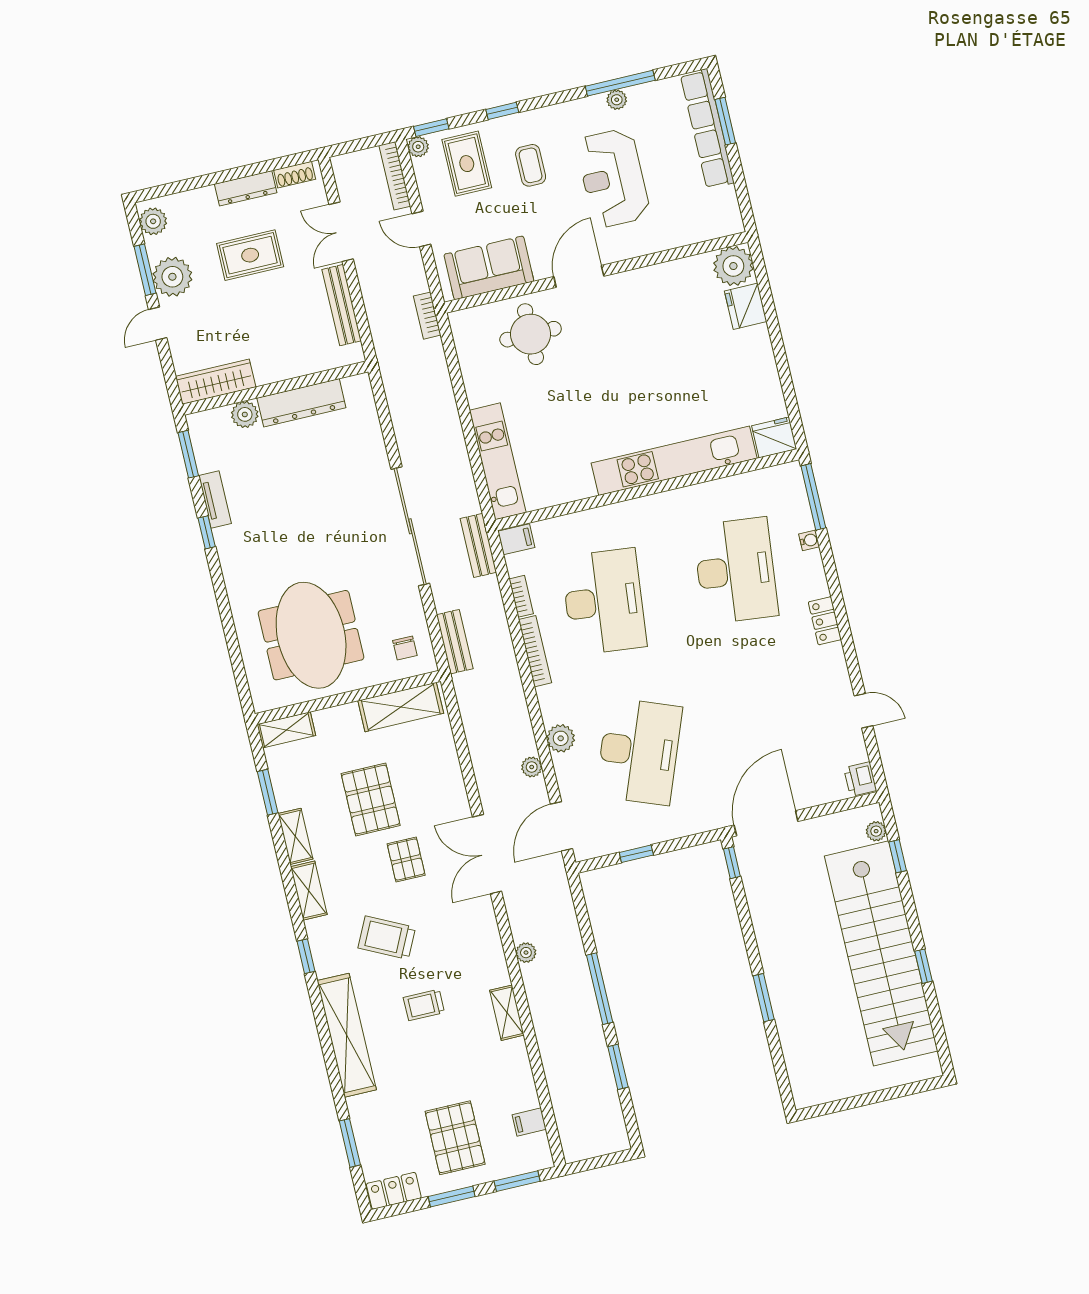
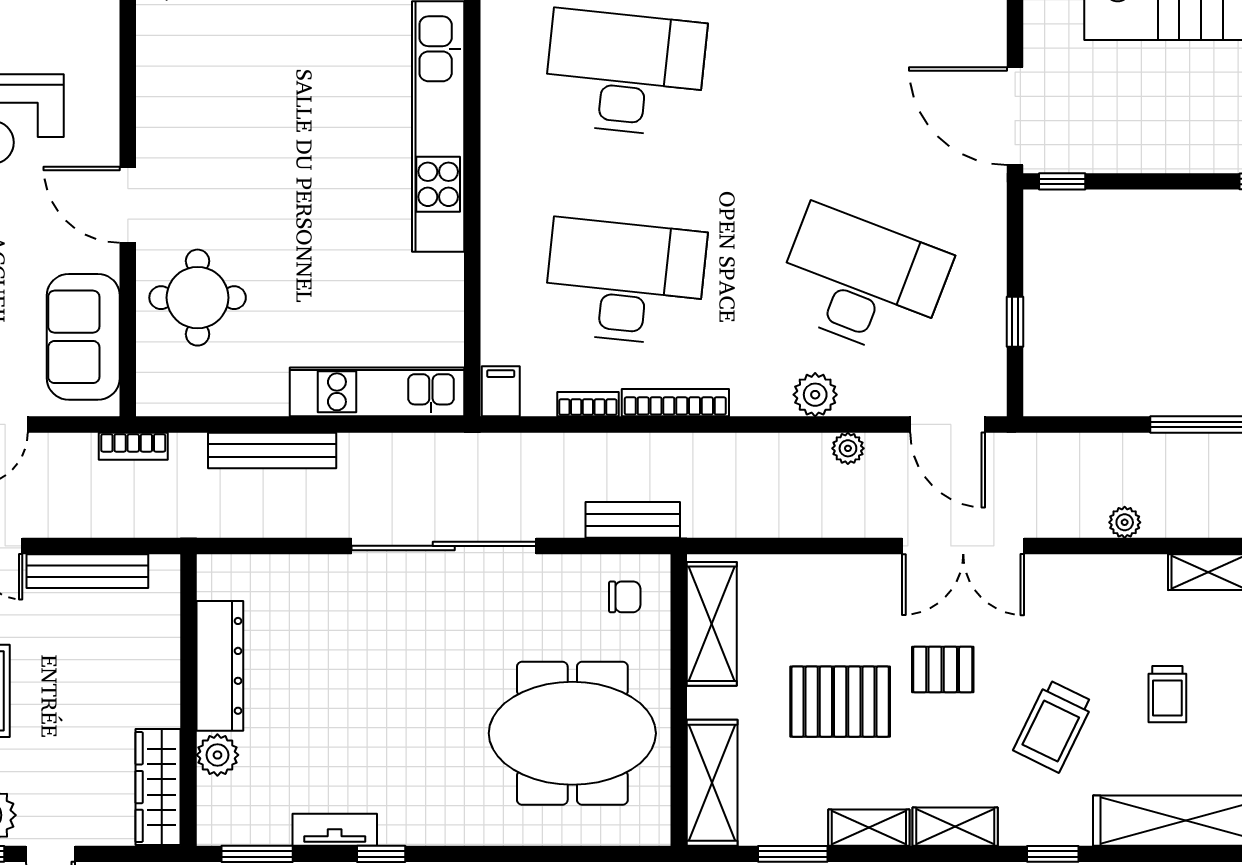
bench: (478, 545) -> (272, 450), moved, width x1.36
shelving: (286, 730) -> (712, 783), width x1.50, depth x1.33

